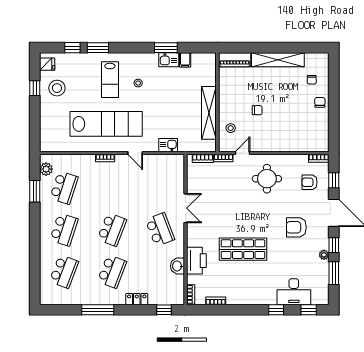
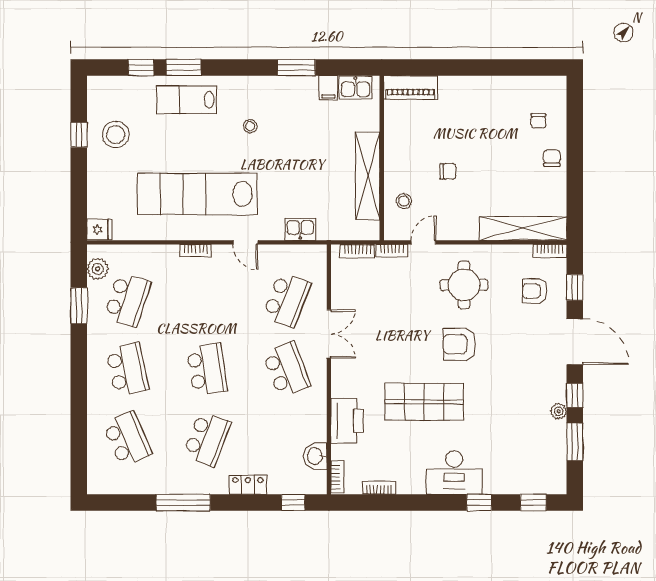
kitchen sink: (169, 60) -> (355, 88), moved
shelving: (278, 60) -> (523, 228), moved
fridge: (47, 64) -> (99, 230), moved
lab bench: (110, 80) -> (186, 100), moved, turned 90
lab bench: (106, 124) -> (197, 194), turned 180
school desk: (160, 188) -> (287, 300), added
armchair: (296, 227) -> (460, 344), moved
school desk: (64, 230) -> (127, 369), turned -30
school desk: (112, 230) -> (207, 369), turned -30
washbasin: (177, 266) -> (315, 456), moved
school desk: (64, 271) -> (127, 439), turned -45
desk: (294, 292) -> (454, 472), moved

